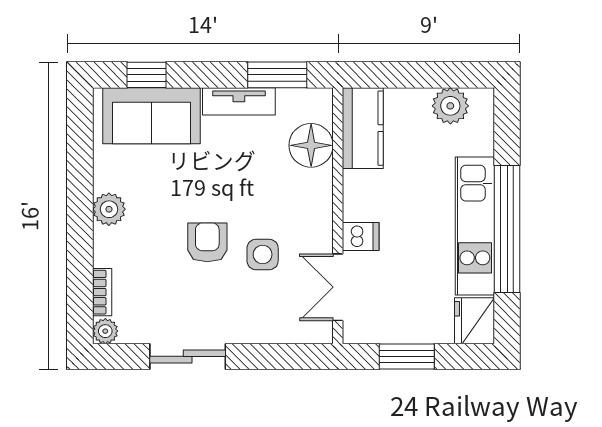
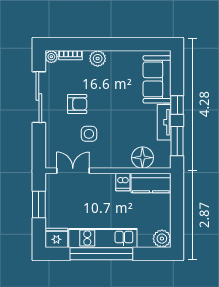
window: (146, 75) -> (177, 105), moved
plant: (450, 106) -> (162, 239), moved
plant: (109, 209) -> (98, 58), moved
dishwasher: (361, 237) -> (123, 182), moved
armchair: (207, 242) -> (77, 104), moved
sliding door: (188, 356) -> (39, 97), width x1.37

